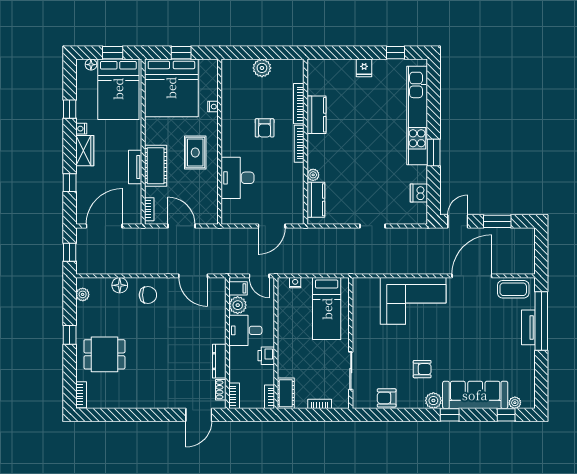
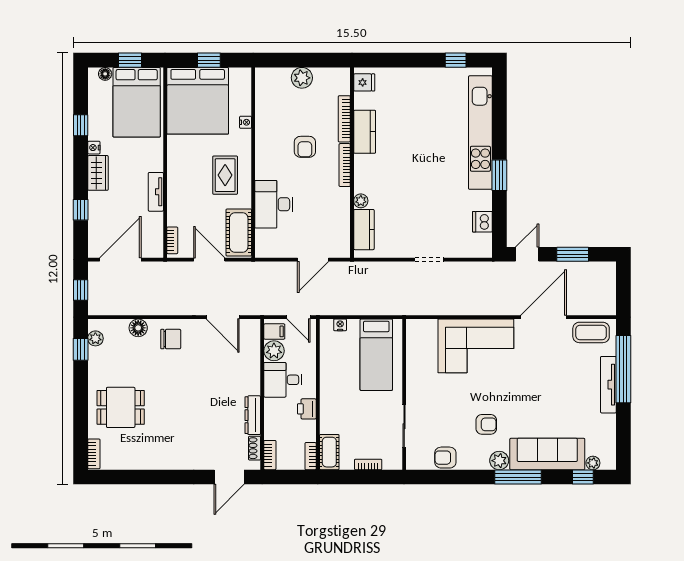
fridge: (364, 68) -> (364, 82), moved, turned -90
cot: (156, 166) -> (239, 233), moved
tv unit: (528, 327) -> (608, 385), width x1.41
window: (70, 335) -> (81, 349), moved
window: (450, 415) -> (518, 477), width x2.17

